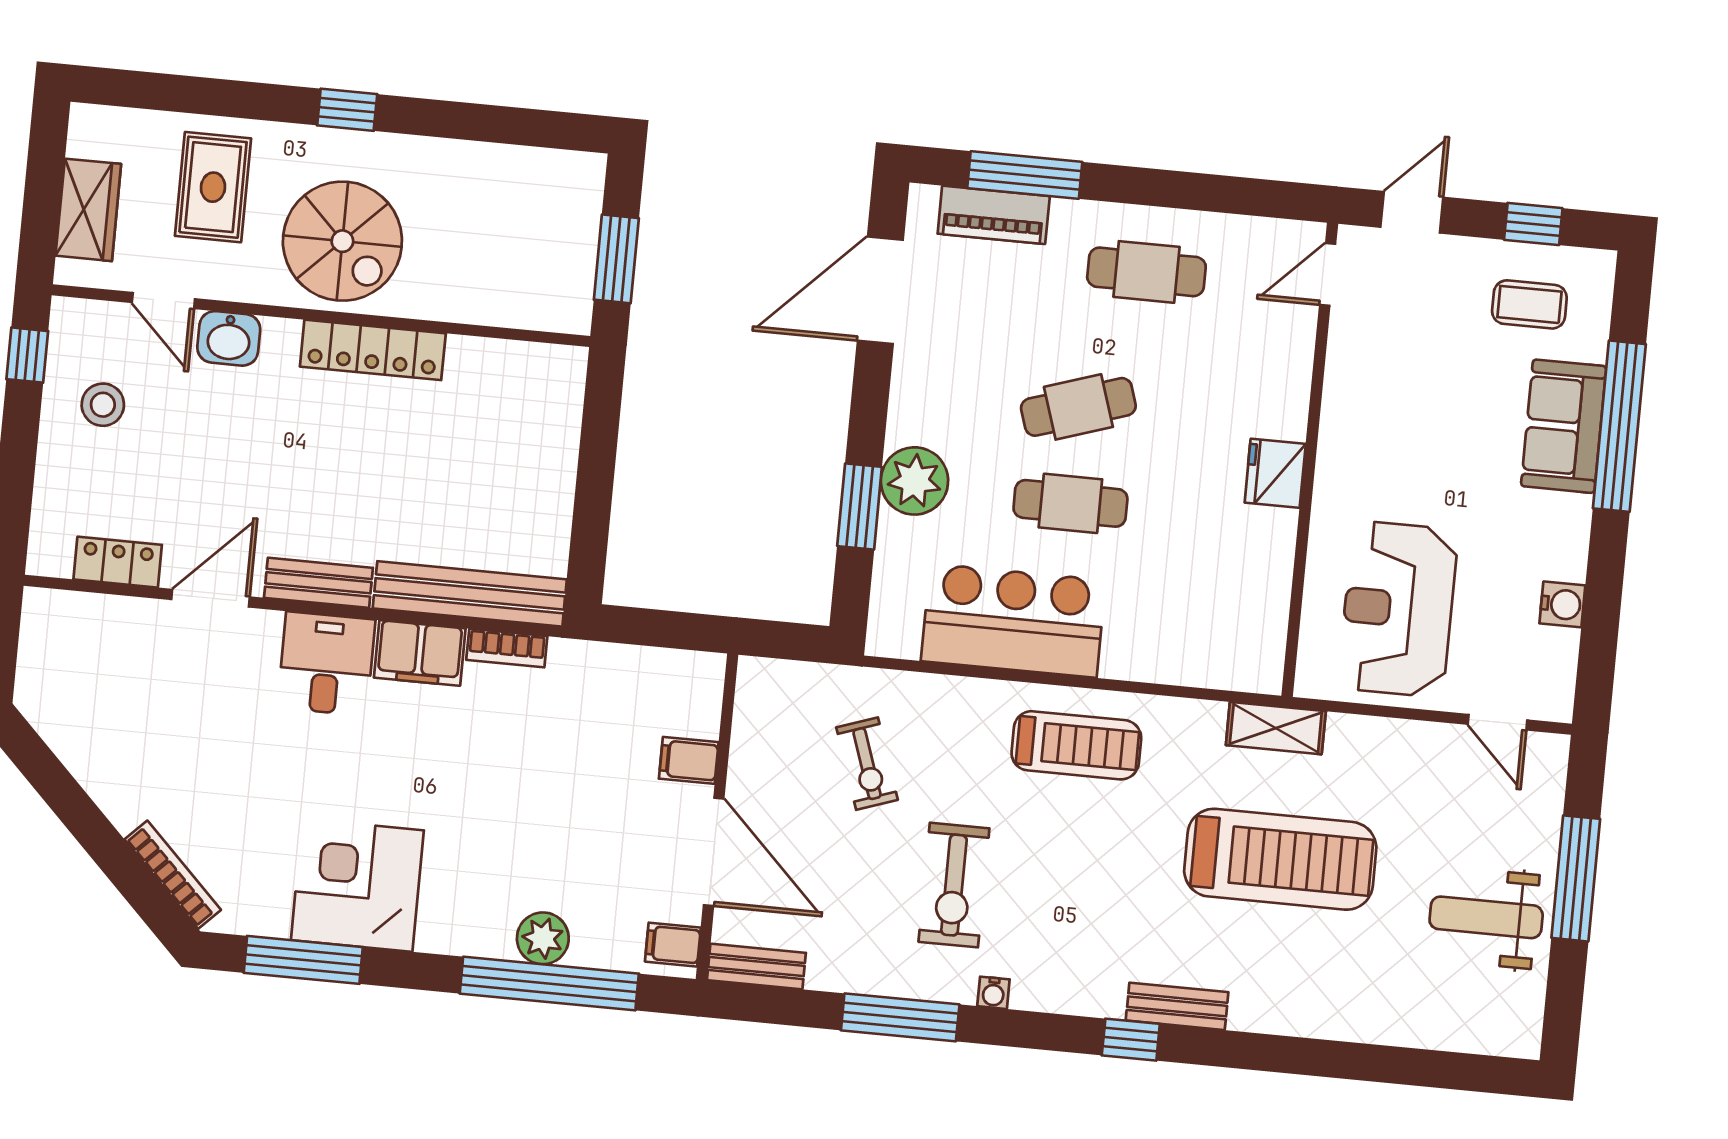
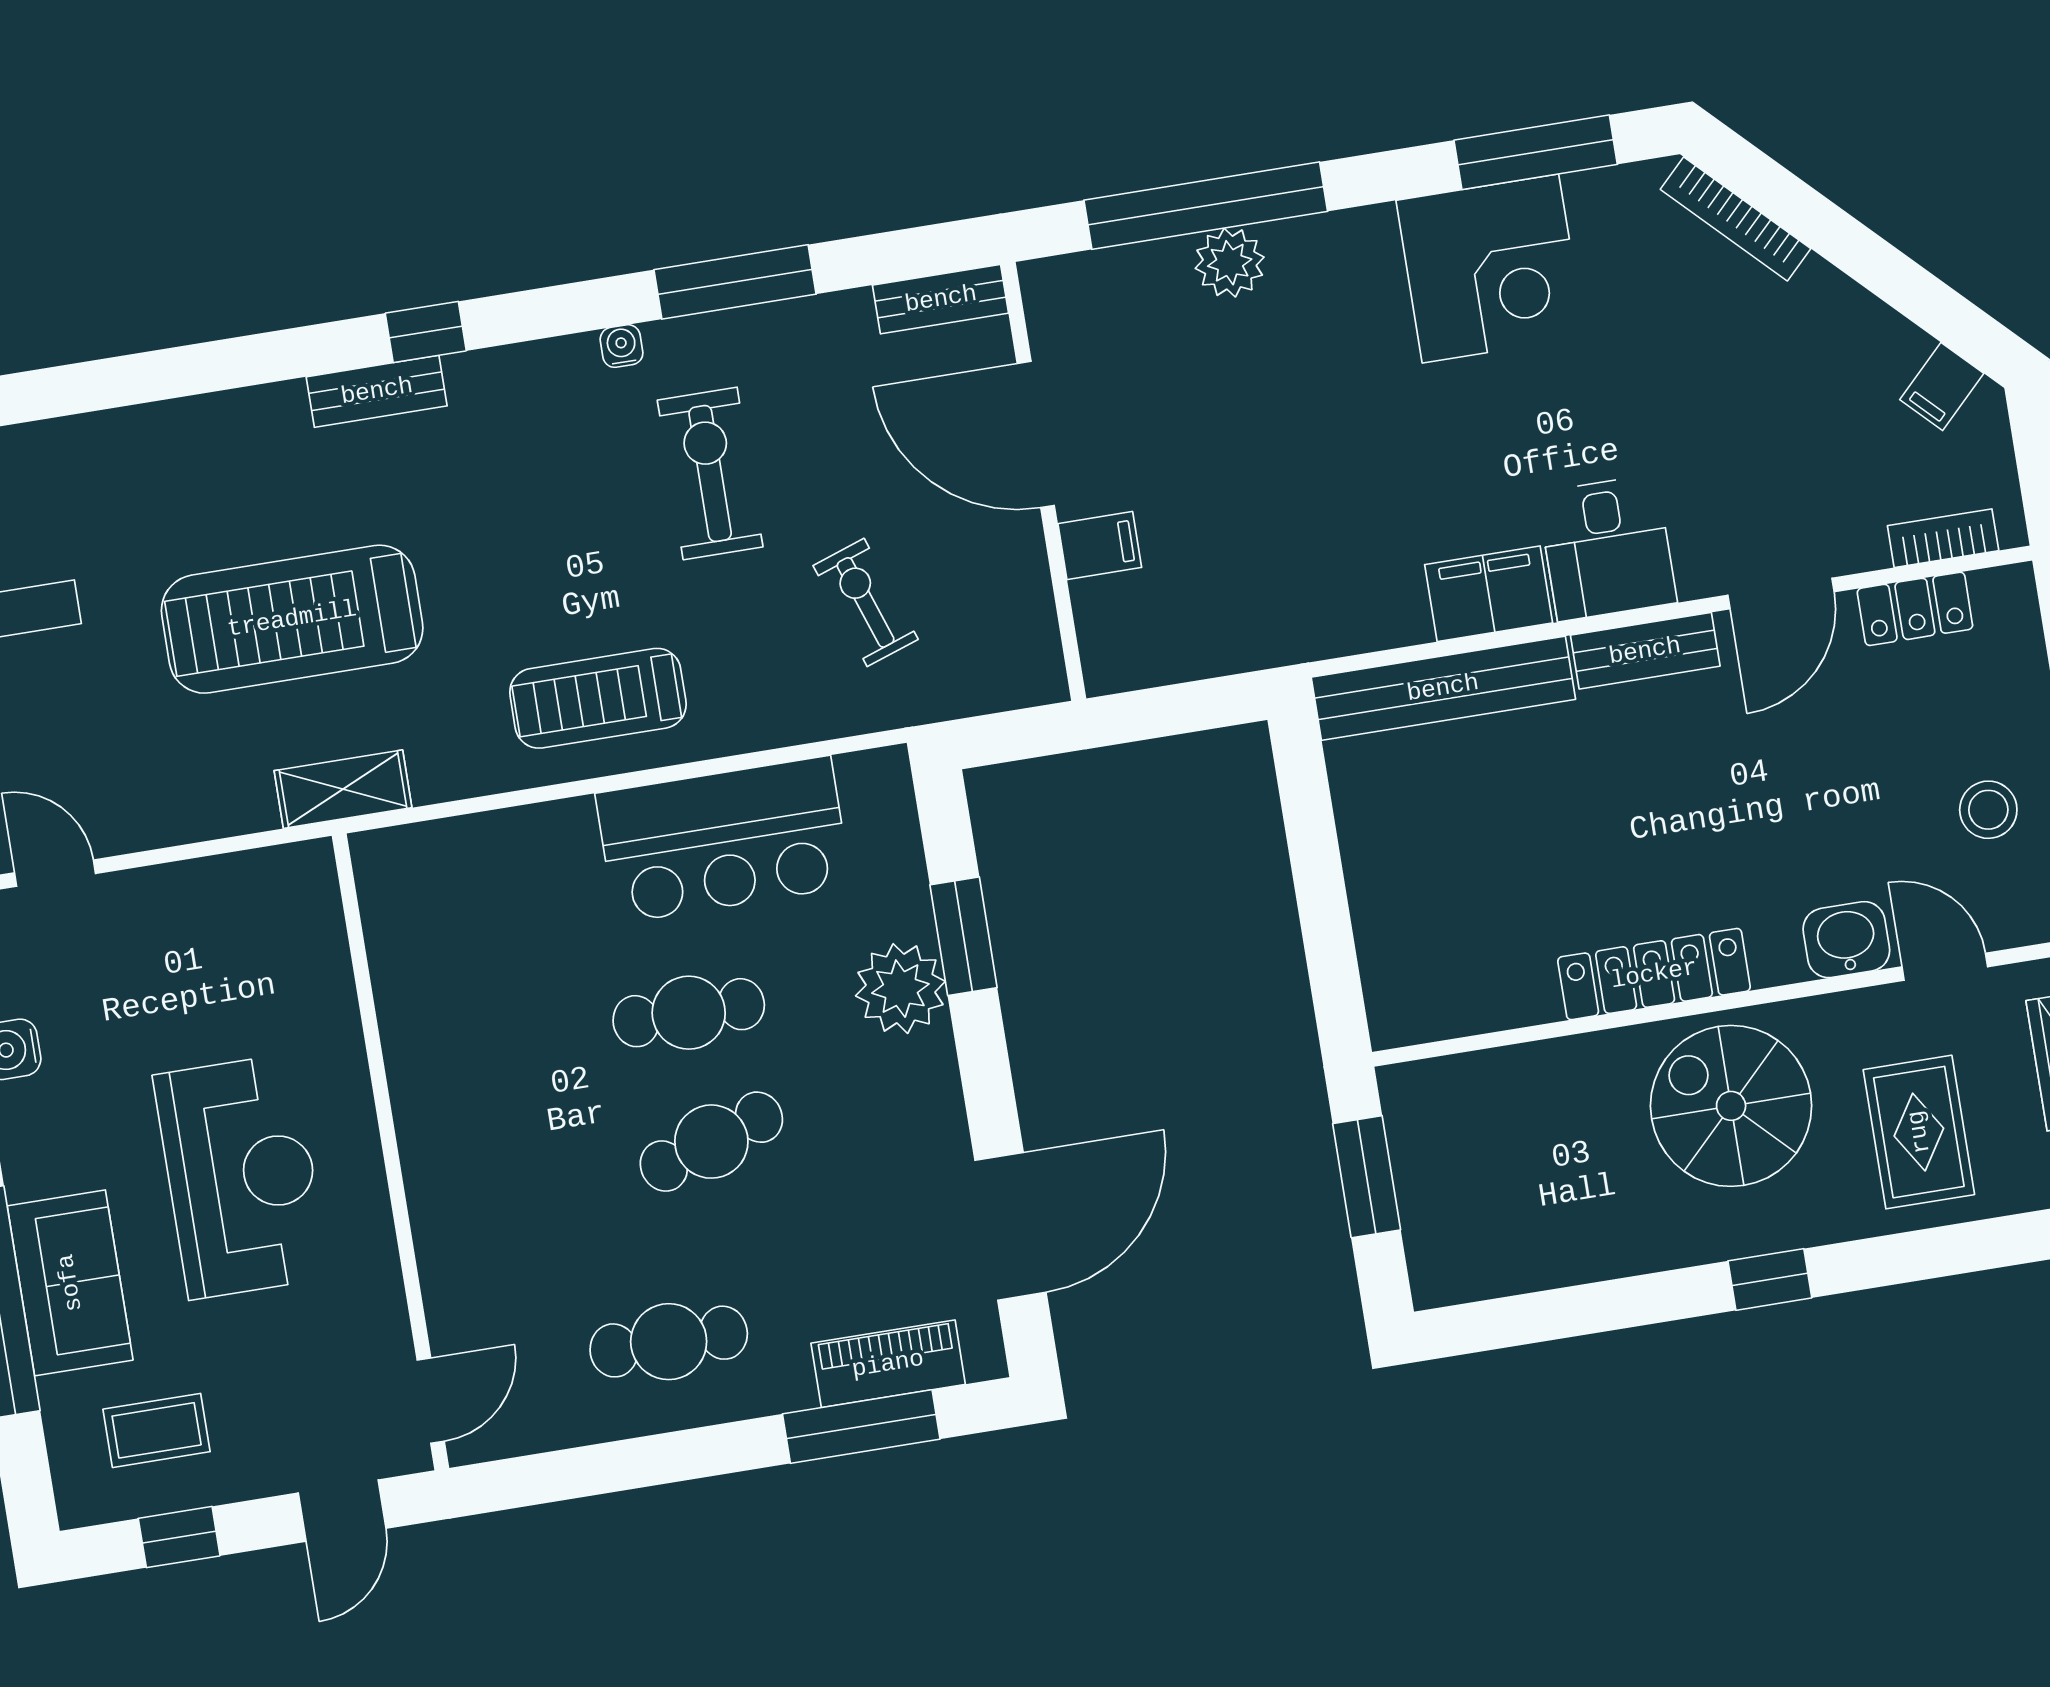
fridge: (1275, 473) -> (431, 1122), removed
reception desk: (1398, 609) -> (241, 1176), moved
bookcase: (507, 648) -> (1943, 538), moved
filing cabinet: (673, 945) -> (1942, 386), moved, turned 135

